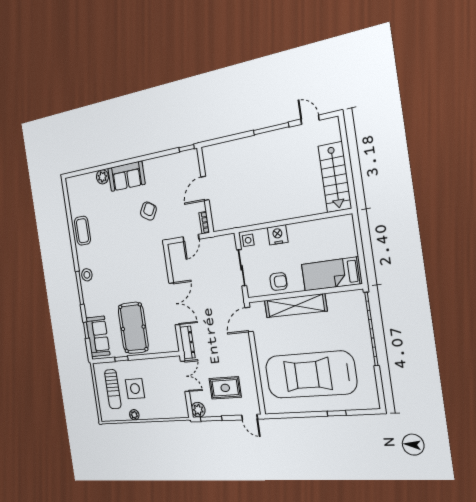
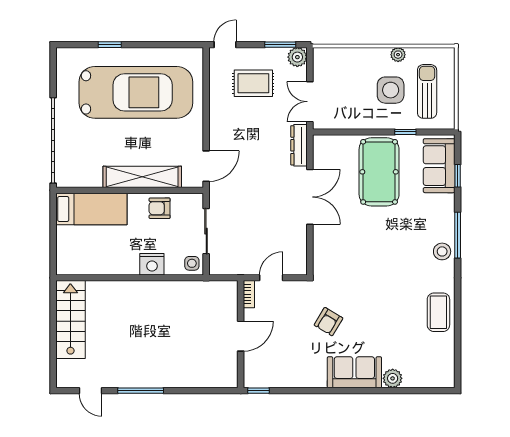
double door: (174, 304) -> (310, 197), swing flipped
door: (250, 417) -> (225, 45), hinge flipped

